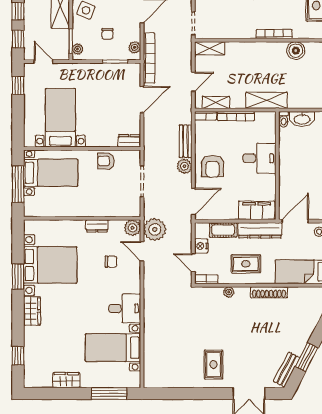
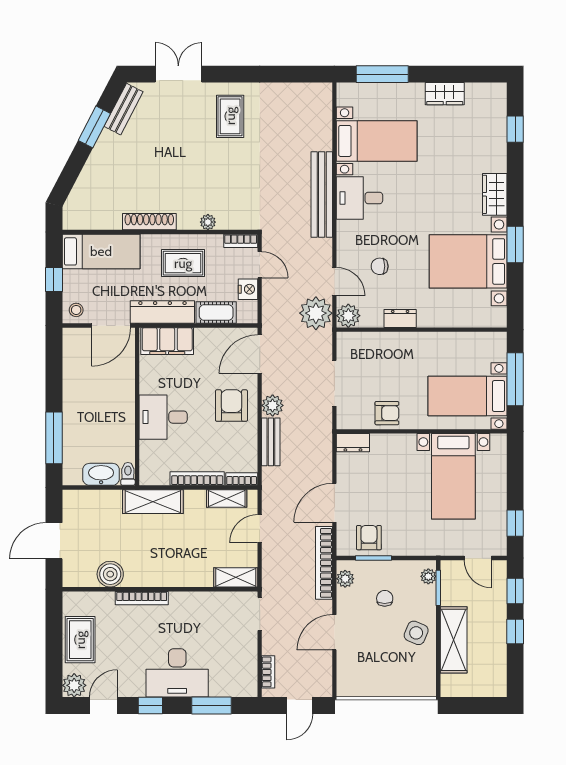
armchair: (118, 76) -> (369, 538), added
bench: (151, 311) -> (322, 194), added

